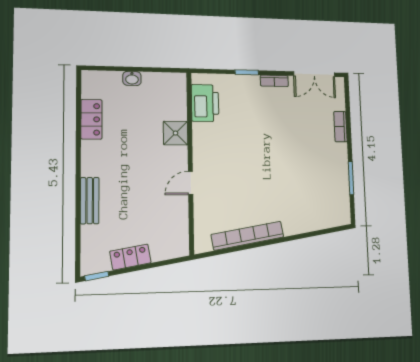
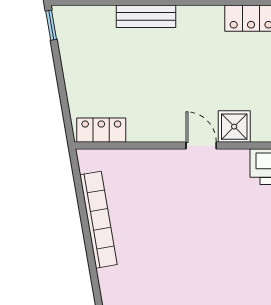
door: (191, 183) -> (201, 146), moved
locker: (130, 257) -> (101, 130), moved, turned -80

